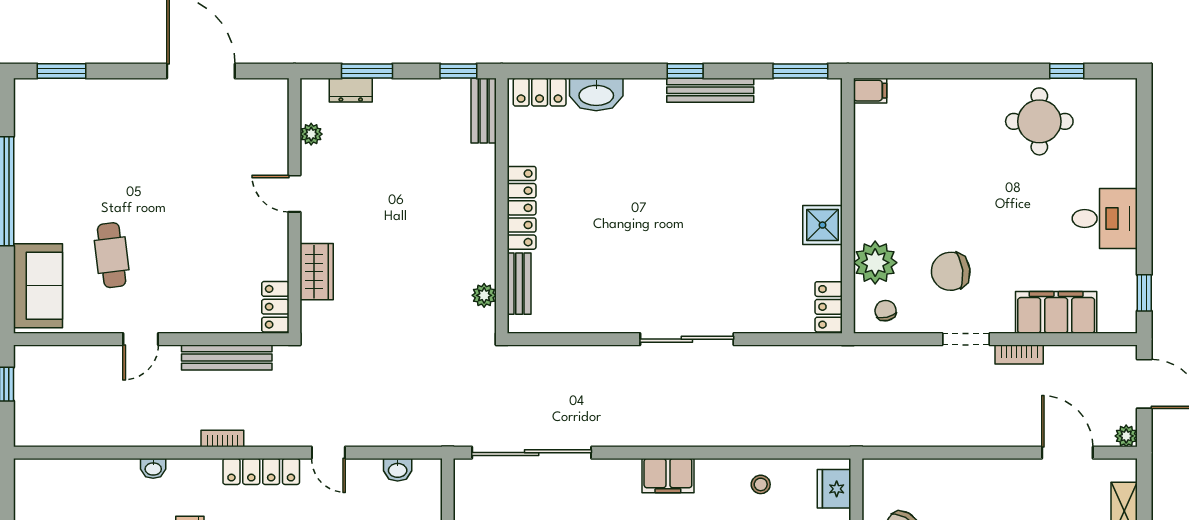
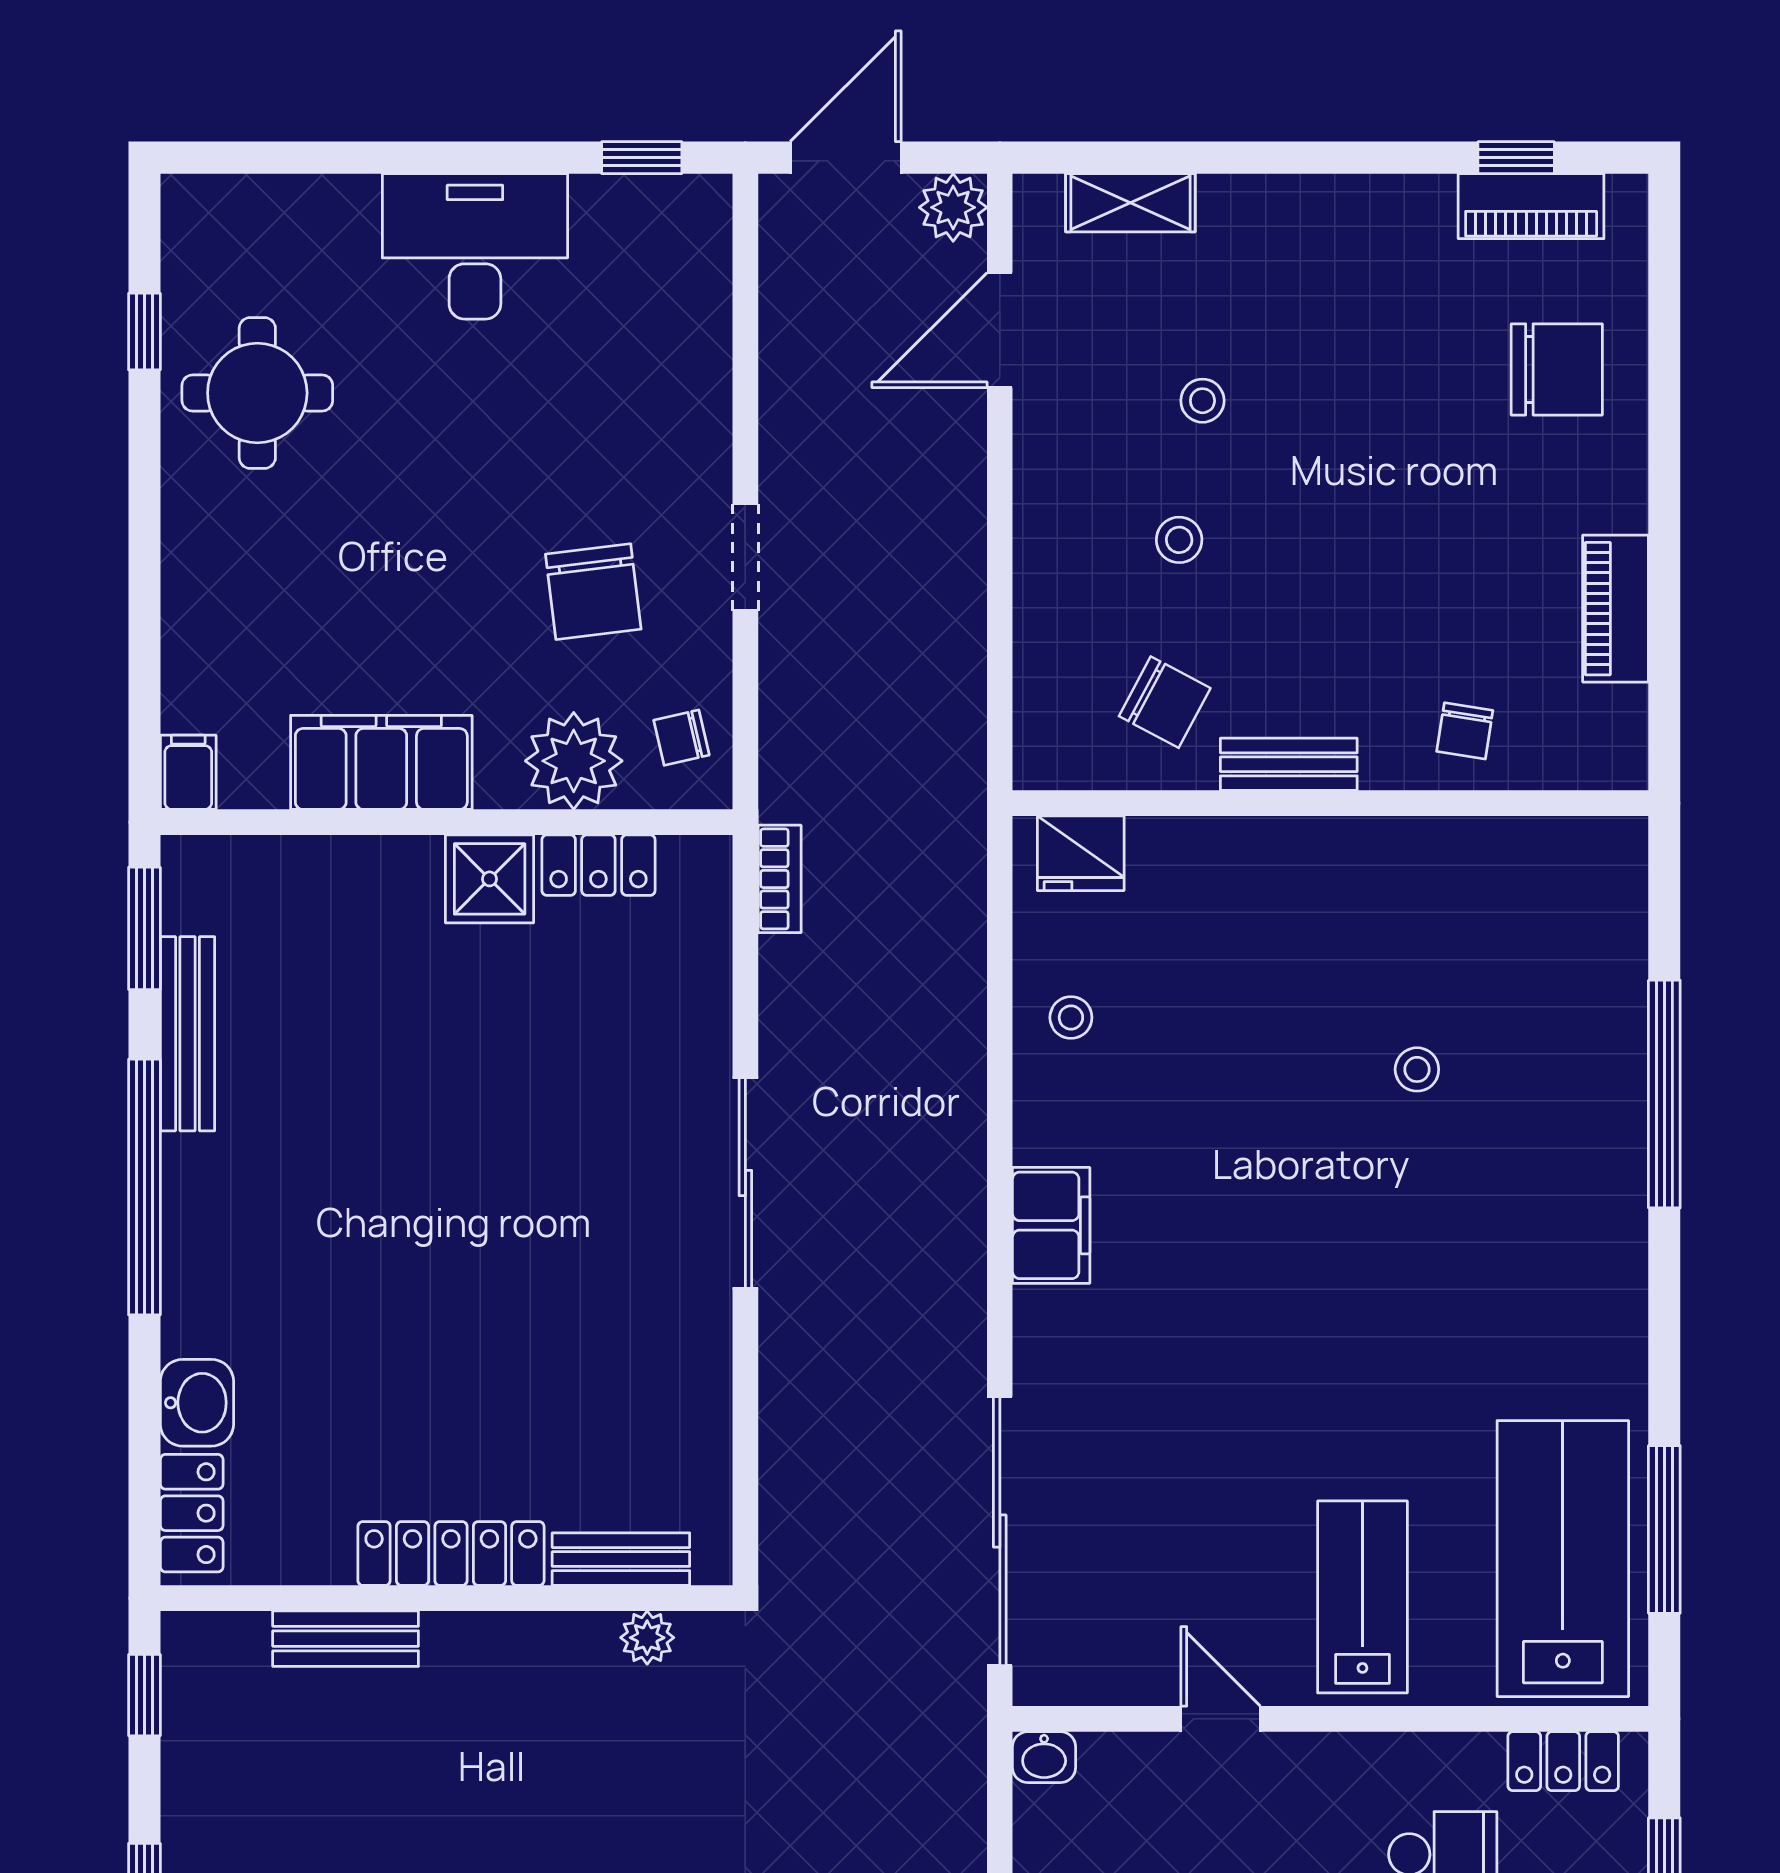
window: (685, 71) -> (144, 1187), width x3.17
bench: (710, 90) -> (188, 1034), moved
washbasin: (596, 94) -> (197, 1403), width x0.72
bench: (484, 111) -> (346, 1639), moved
desk: (1105, 219) -> (475, 246), width x1.37
locker: (829, 307) -> (598, 865), moved
filing cabinet: (1056, 312) -> (381, 762), moved, turned 90
bookcase: (1019, 354) -> (780, 879), moved
plant: (1126, 436) -> (953, 207), width x1.38, depth x1.38
washbasin: (398, 470) -> (1044, 1757), moved, turned 90

